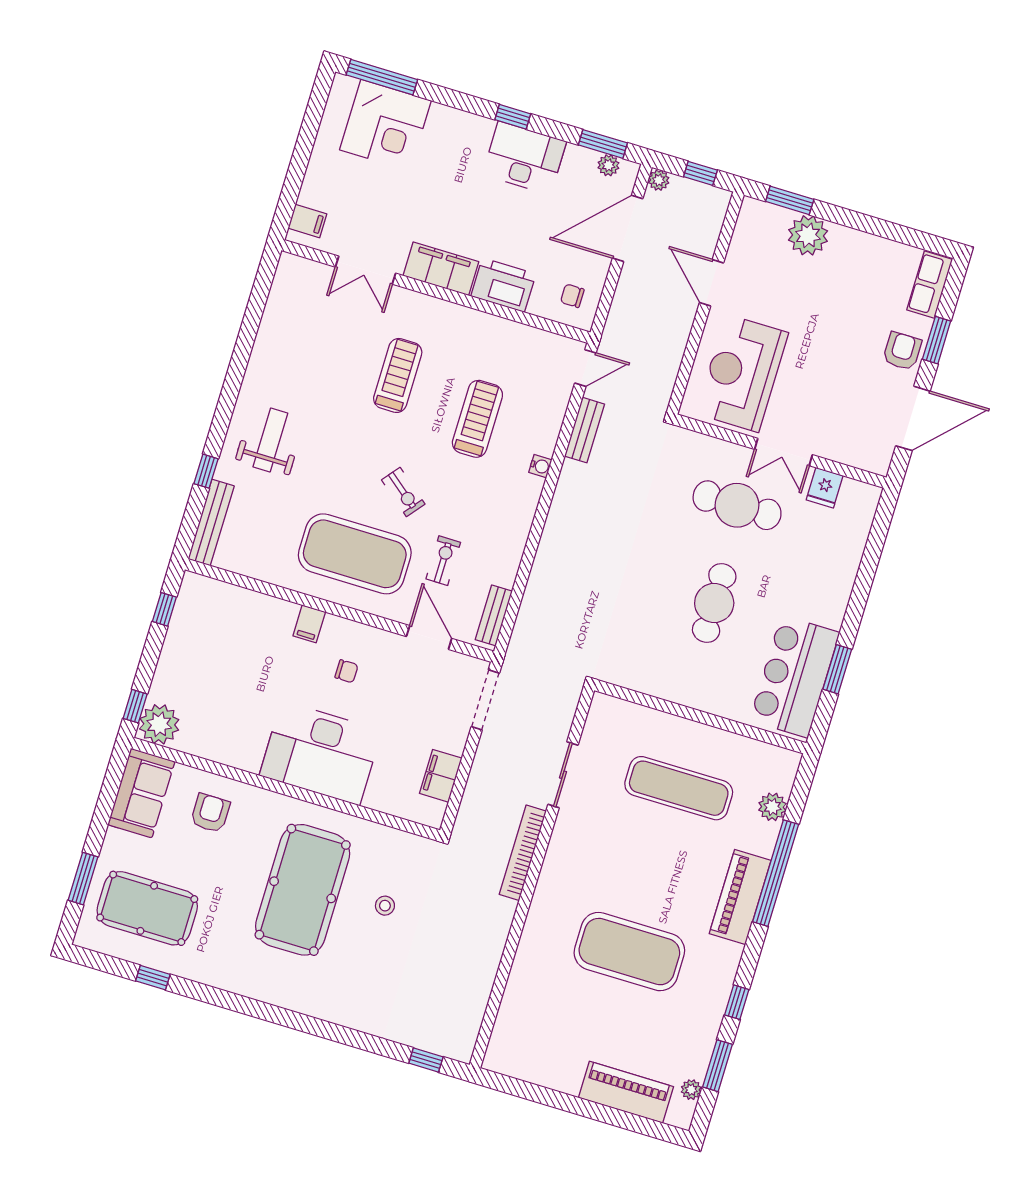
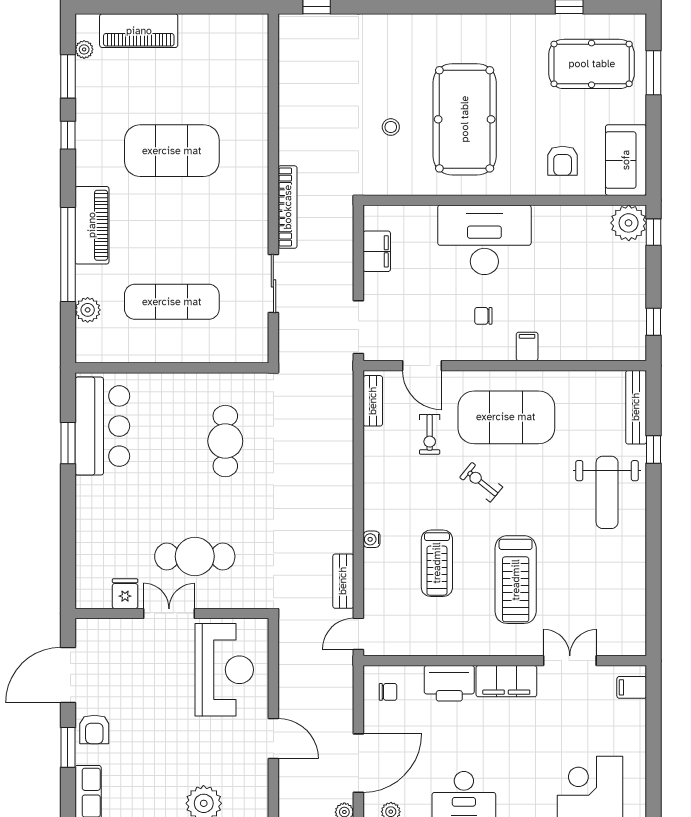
treadmill: (398, 375) -> (516, 580), width x1.37, depth x1.38
weight bench: (270, 440) -> (607, 492), width x1.36, depth x1.33
cafe table: (714, 603) -> (225, 441), moved

